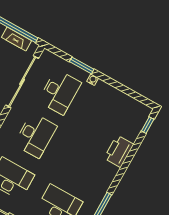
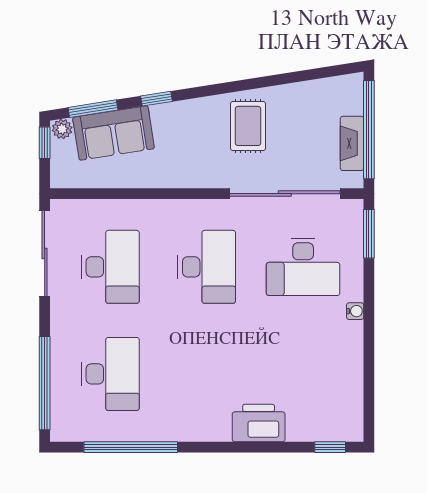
window: (82, 65) -> (369, 234), moved
desk: (35, 135) -> (207, 267), turned -90

